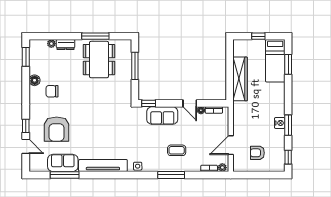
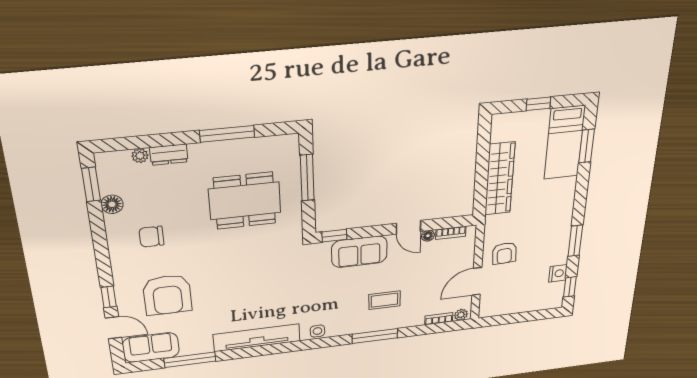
dining table: (99, 60) -> (245, 201), moved, turned 90
floor lamp: (35, 80) -> (112, 204), moved
nightstand: (280, 123) -> (558, 273), moved
armchair: (257, 153) -> (504, 253), moved, turned -93
sofa: (63, 163) -> (151, 347), moved

